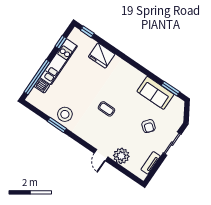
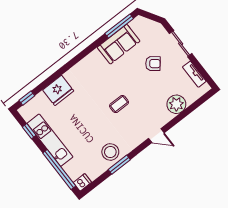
dishwasher: (42, 86) -> (82, 182), moved
window: (170, 89) -> (119, 26), width x1.44
door: (101, 155) -> (156, 136), moved

